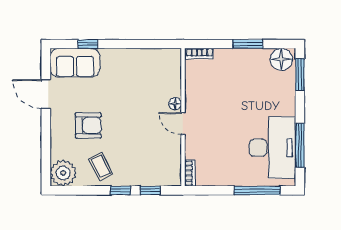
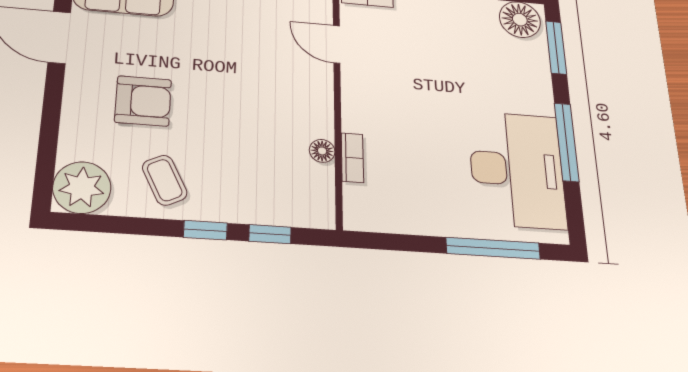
floor lamp: (175, 104) -> (322, 151), moved
door: (183, 124) -> (337, 44), moved
window: (300, 145) -> (567, 142), moved
bookcase: (190, 173) -> (352, 158), moved

